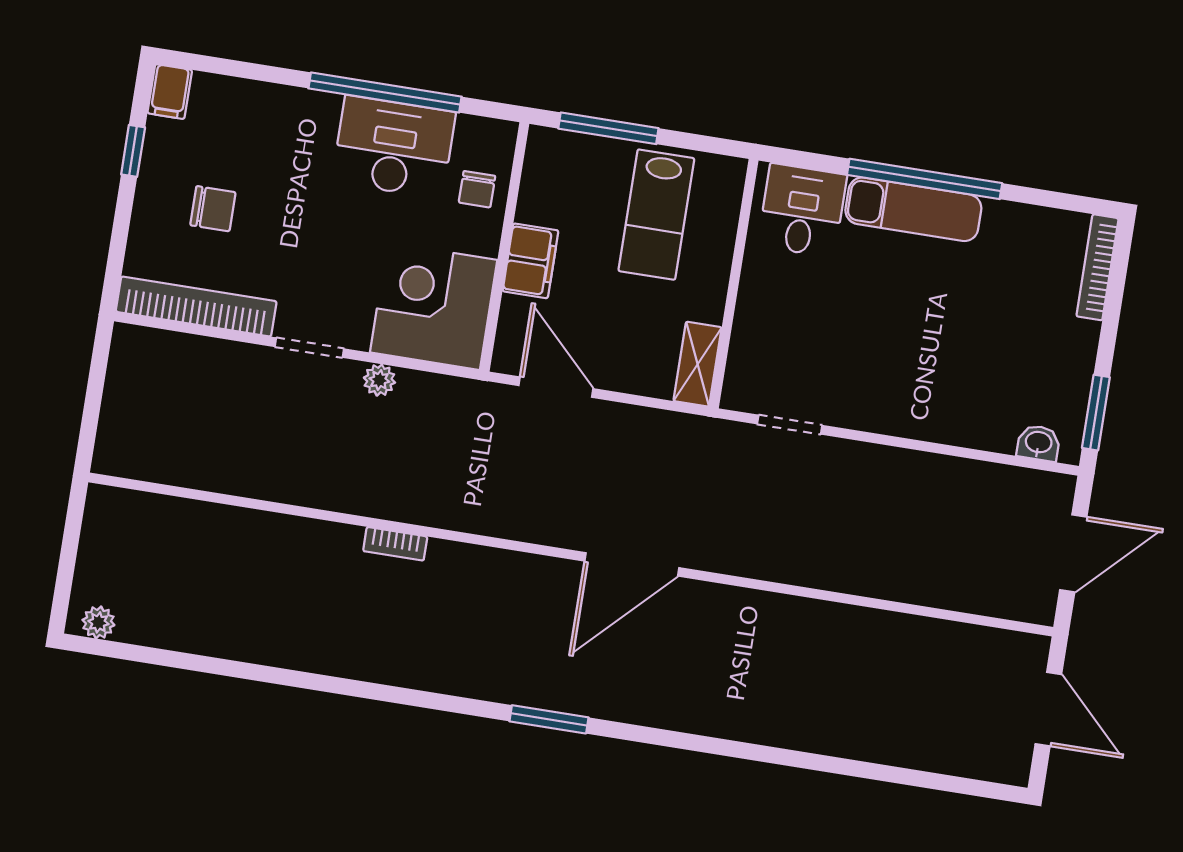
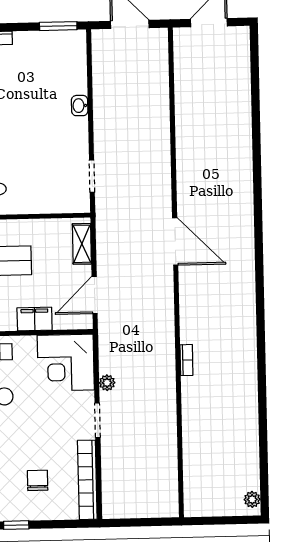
shelving: (698, 364) -> (82, 244), moved, turned 90
washbasin: (1038, 443) -> (80, 106), moved
window: (549, 719) -> (259, 268), removed

